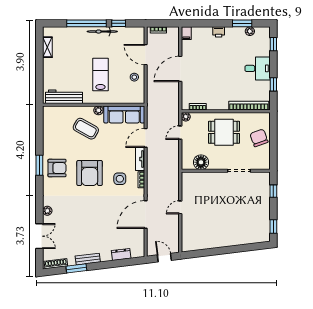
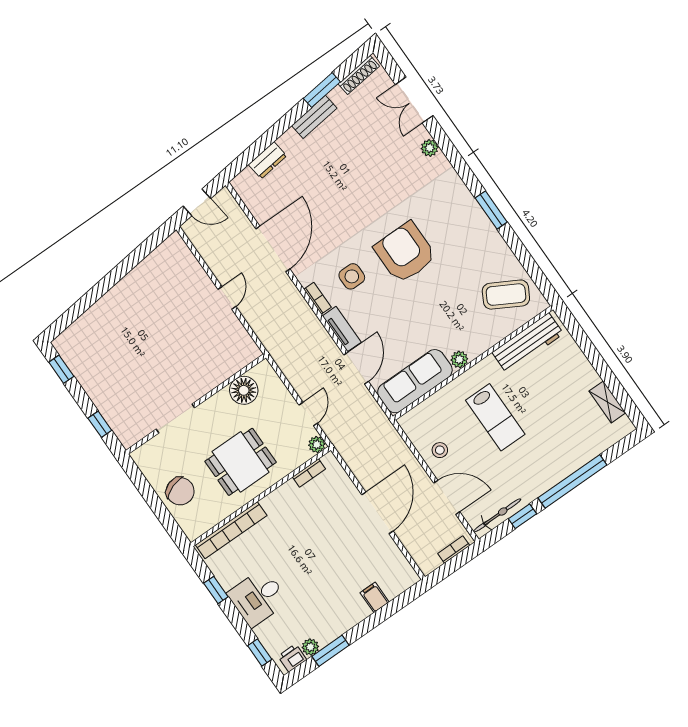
bicycle: (102, 32) -> (497, 515), moved
printer: (219, 32) -> (292, 658), moved
filing cabinet: (186, 33) -> (375, 597), moved
coffee table: (86, 129) -> (506, 295), moved
armchair: (57, 168) -> (461, 225), removed

